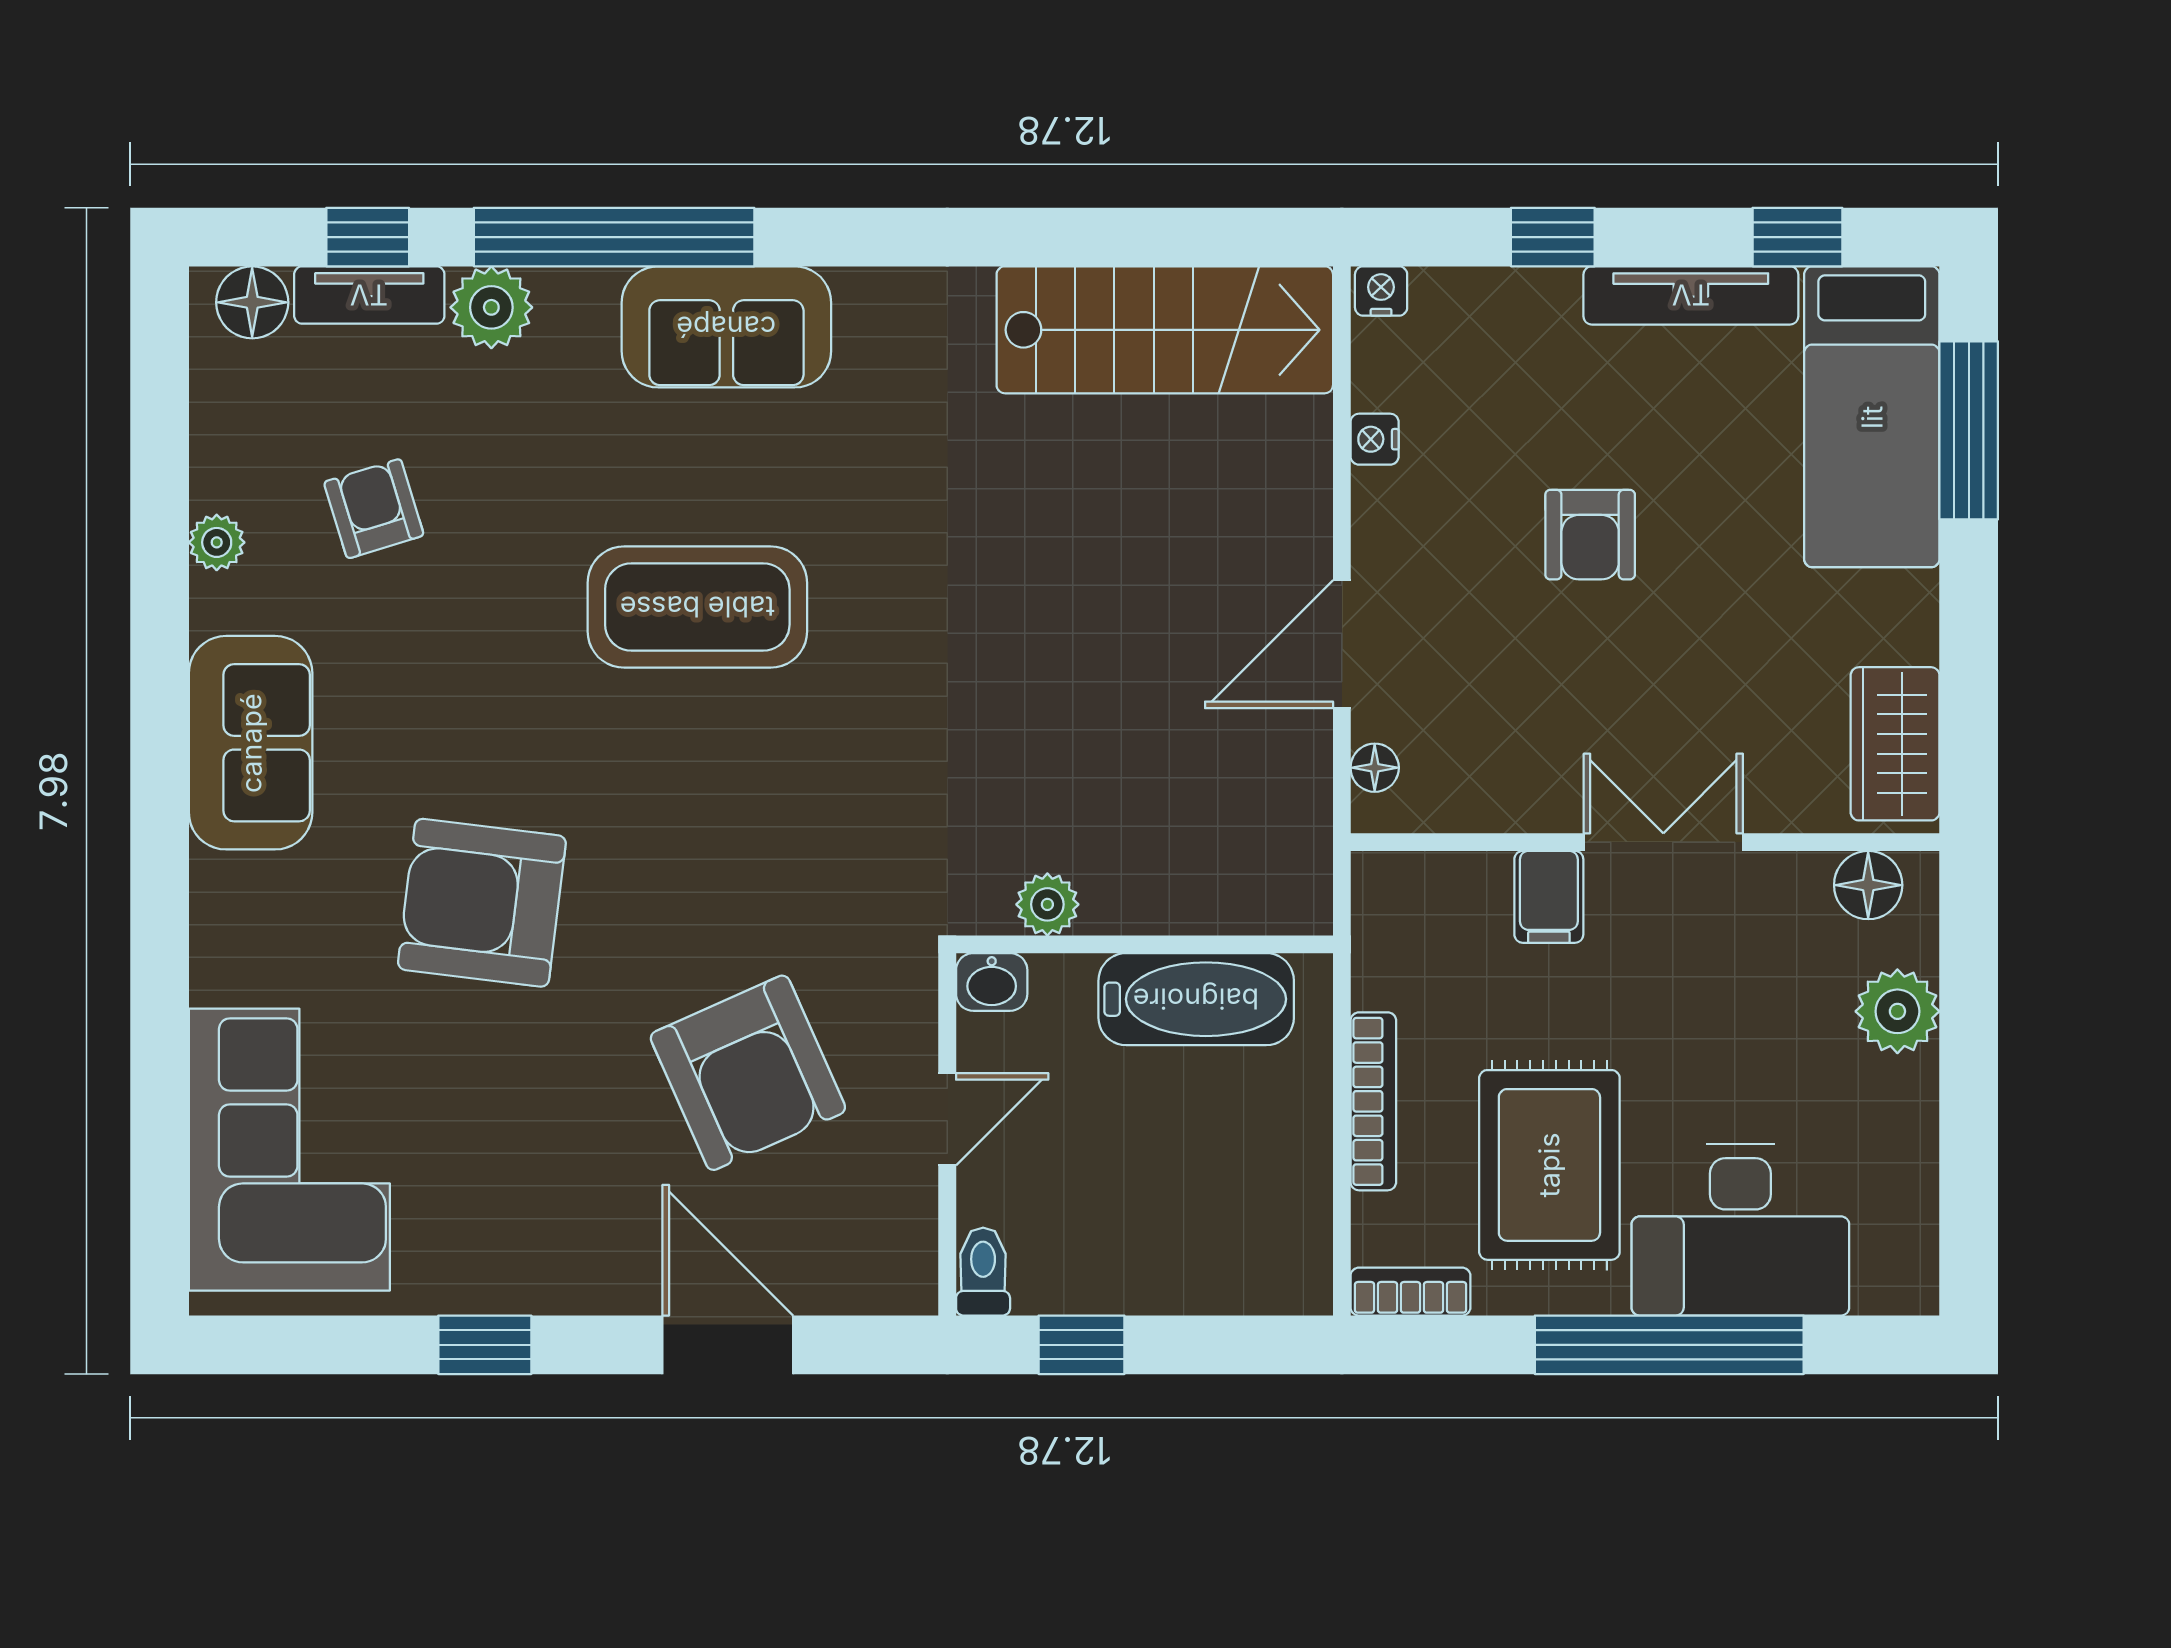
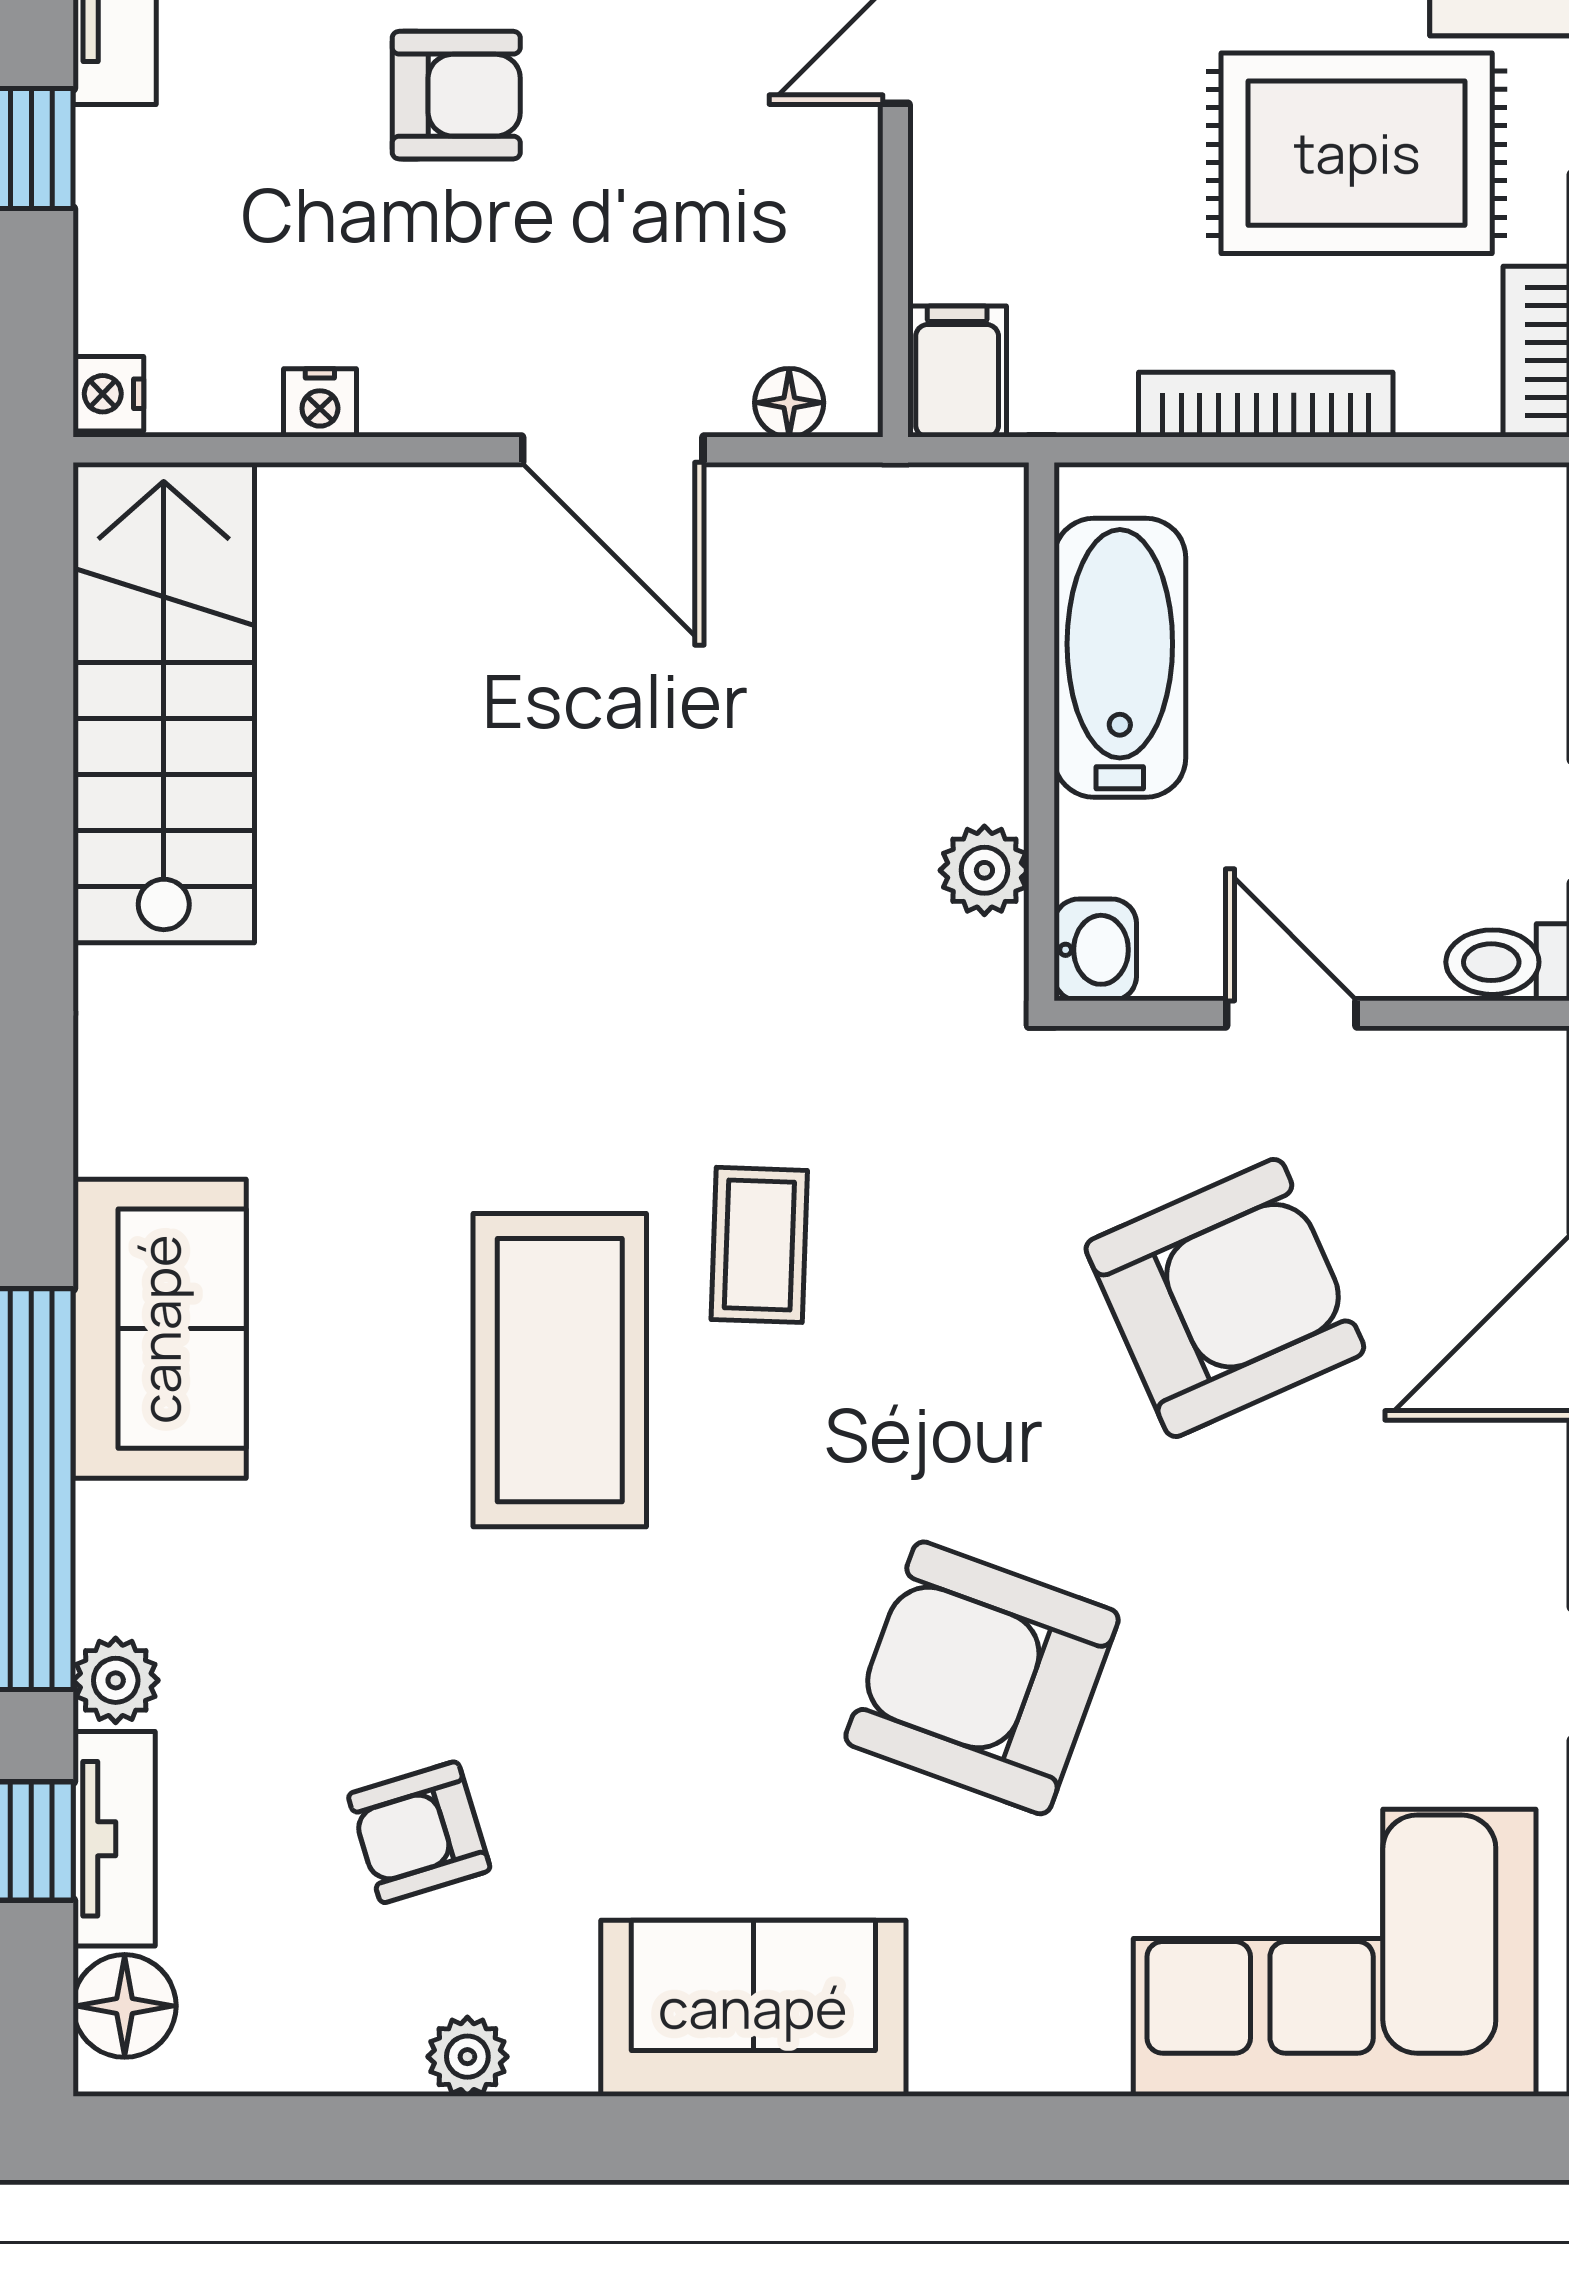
plant: (491, 307) -> (116, 1680), width x0.73, depth x0.73
coffee table: (785, 747) -> (759, 1245), added
filing cabinet: (1549, 897) -> (957, 372), moved, turned -90
armchair: (482, 903) -> (982, 1678), turned 103

